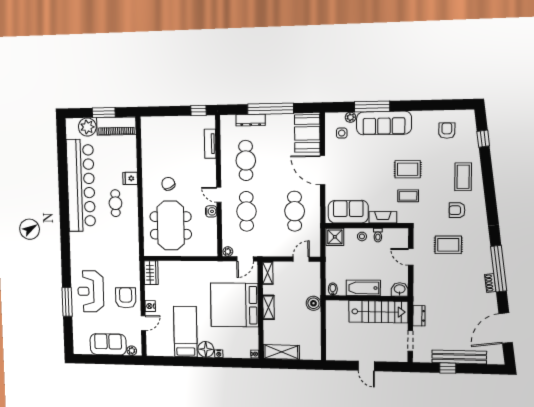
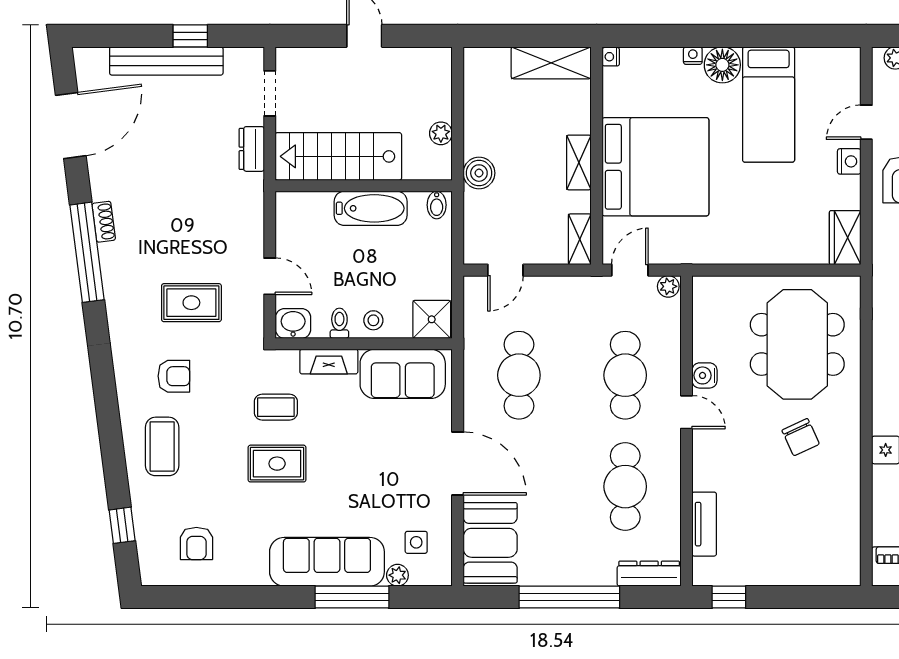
dresser: (251, 120) -> (649, 574), moved
washbasin: (400, 289) -> (293, 323), moved, turned 180
plant: (331, 321) -> (441, 133), added

